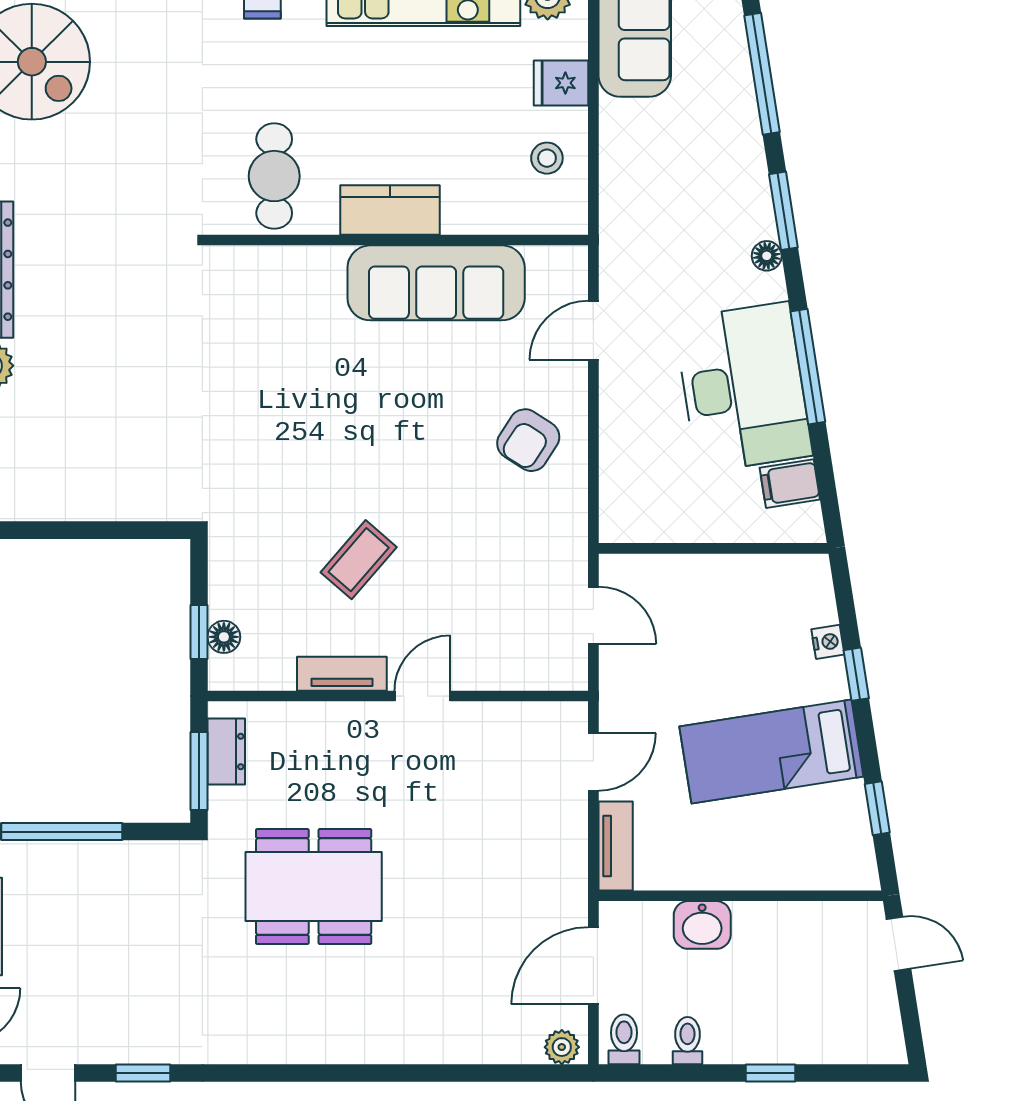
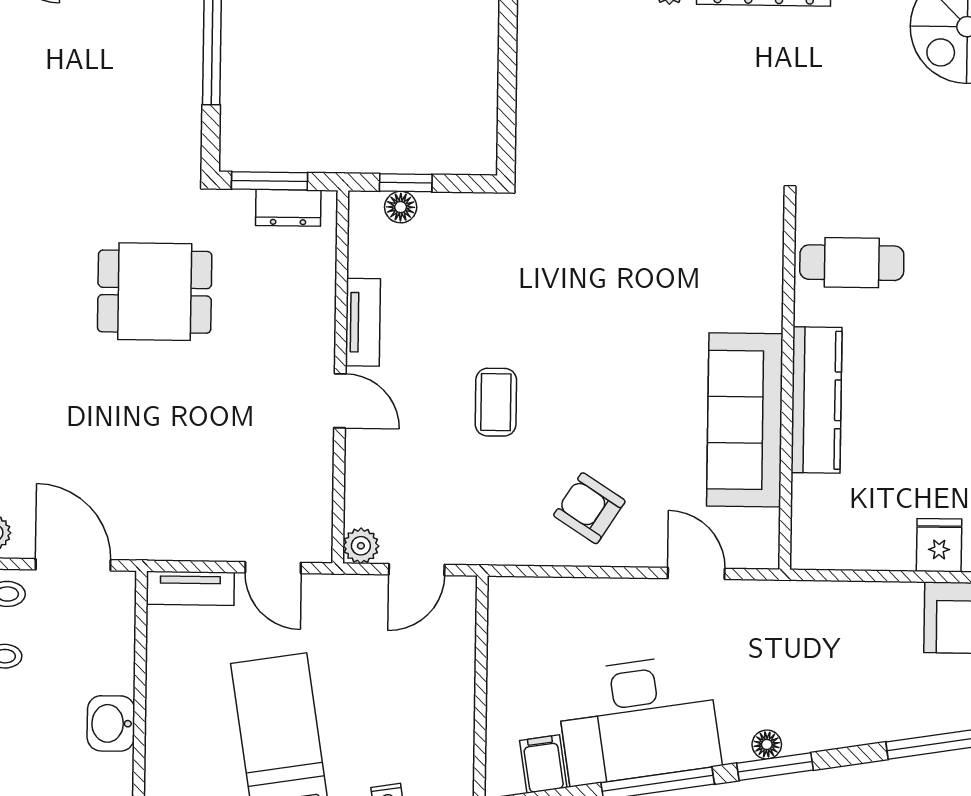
stool: (547, 158) -> (866, 530), removed
kitchen counter: (390, 210) -> (817, 400), width x1.50
window: (783, 211) -> (775, 767), moved
coffee table: (359, 560) -> (496, 402), moved, turned 49
plant: (570, 673) -> (361, 546), added
dining table: (314, 887) -> (155, 292), width x0.73
washbasin: (702, 925) -> (111, 723), moved

